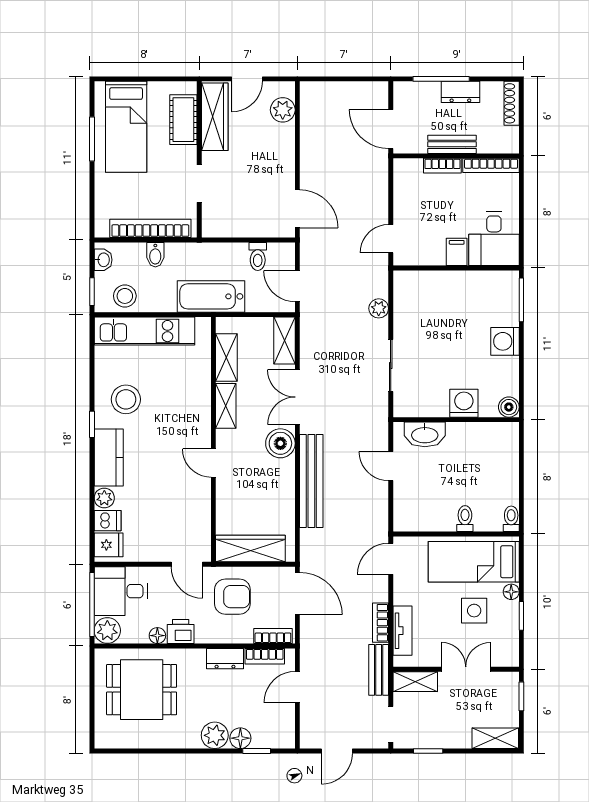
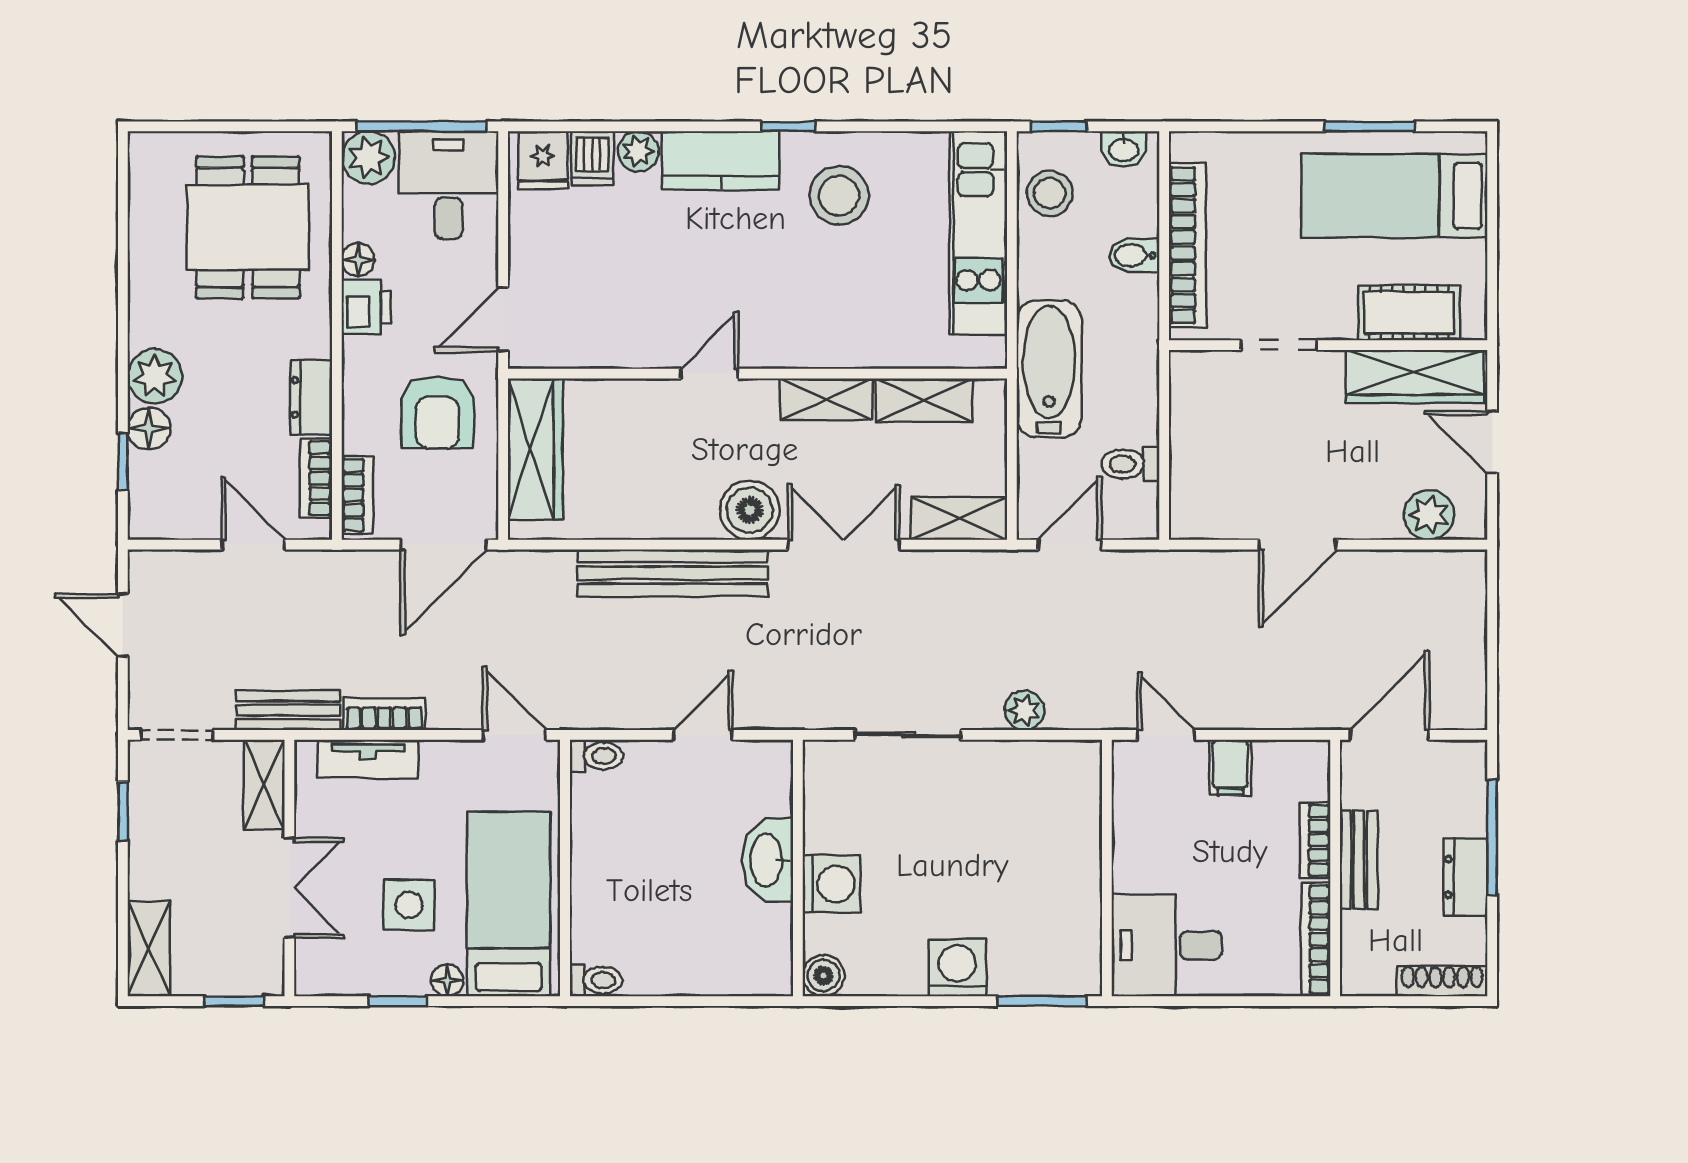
door: (297, 209) -> (1298, 545), moved
filing cabinet: (457, 252) -> (1230, 768), moved, turned 90
washbasin: (425, 434) -> (768, 860), moved
toilet: (465, 519) -> (596, 756), moved

